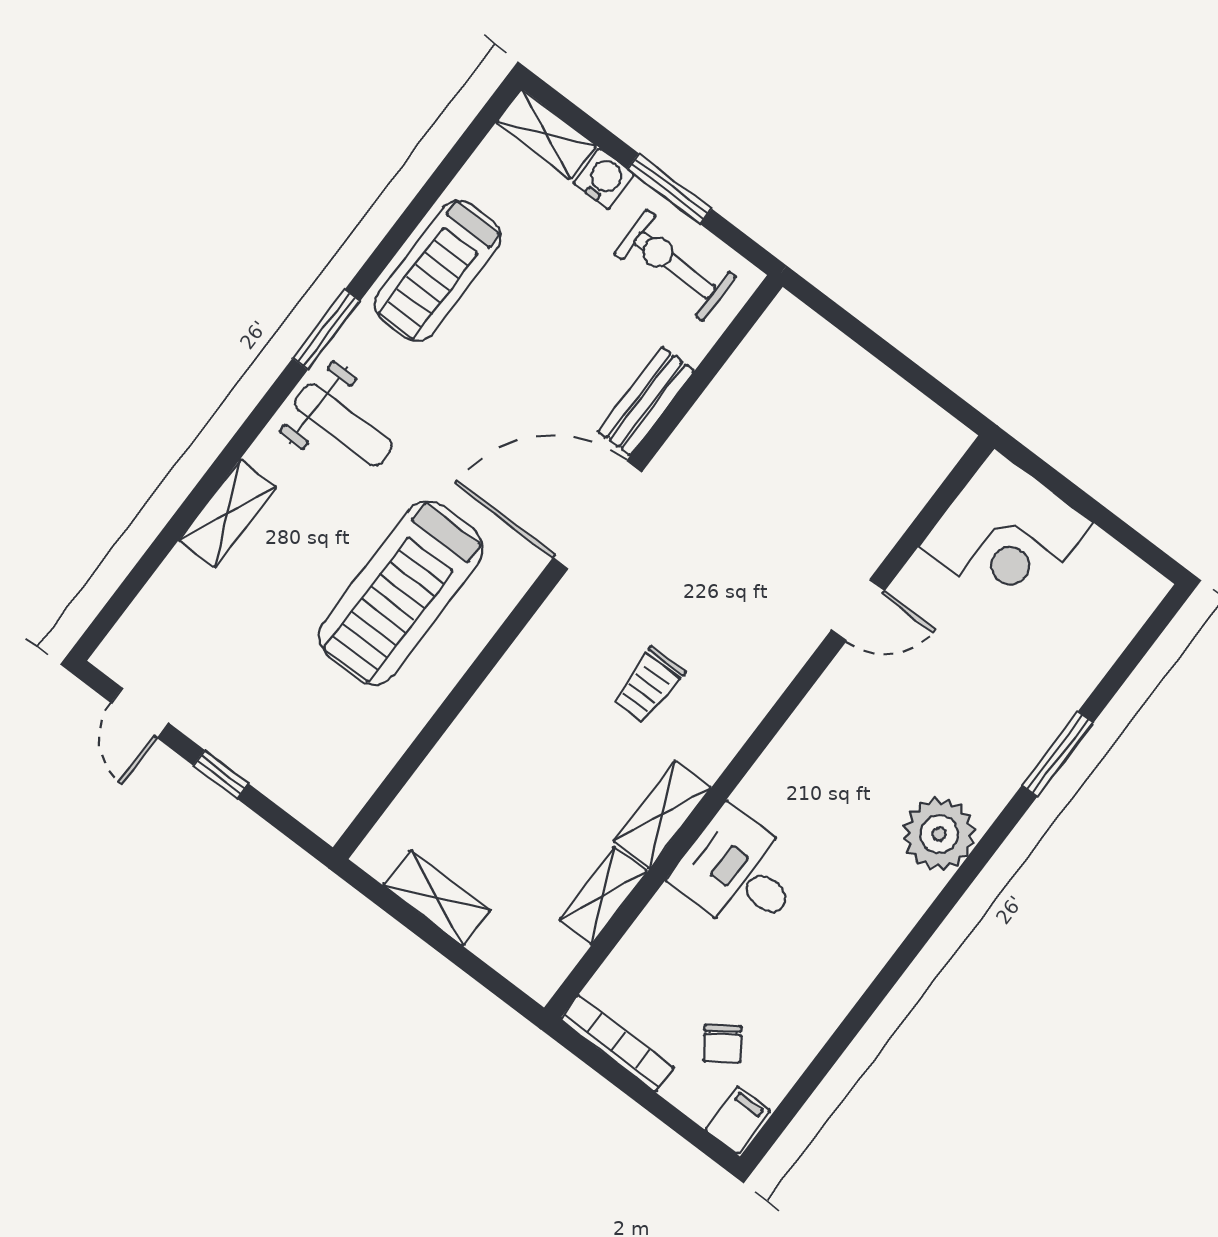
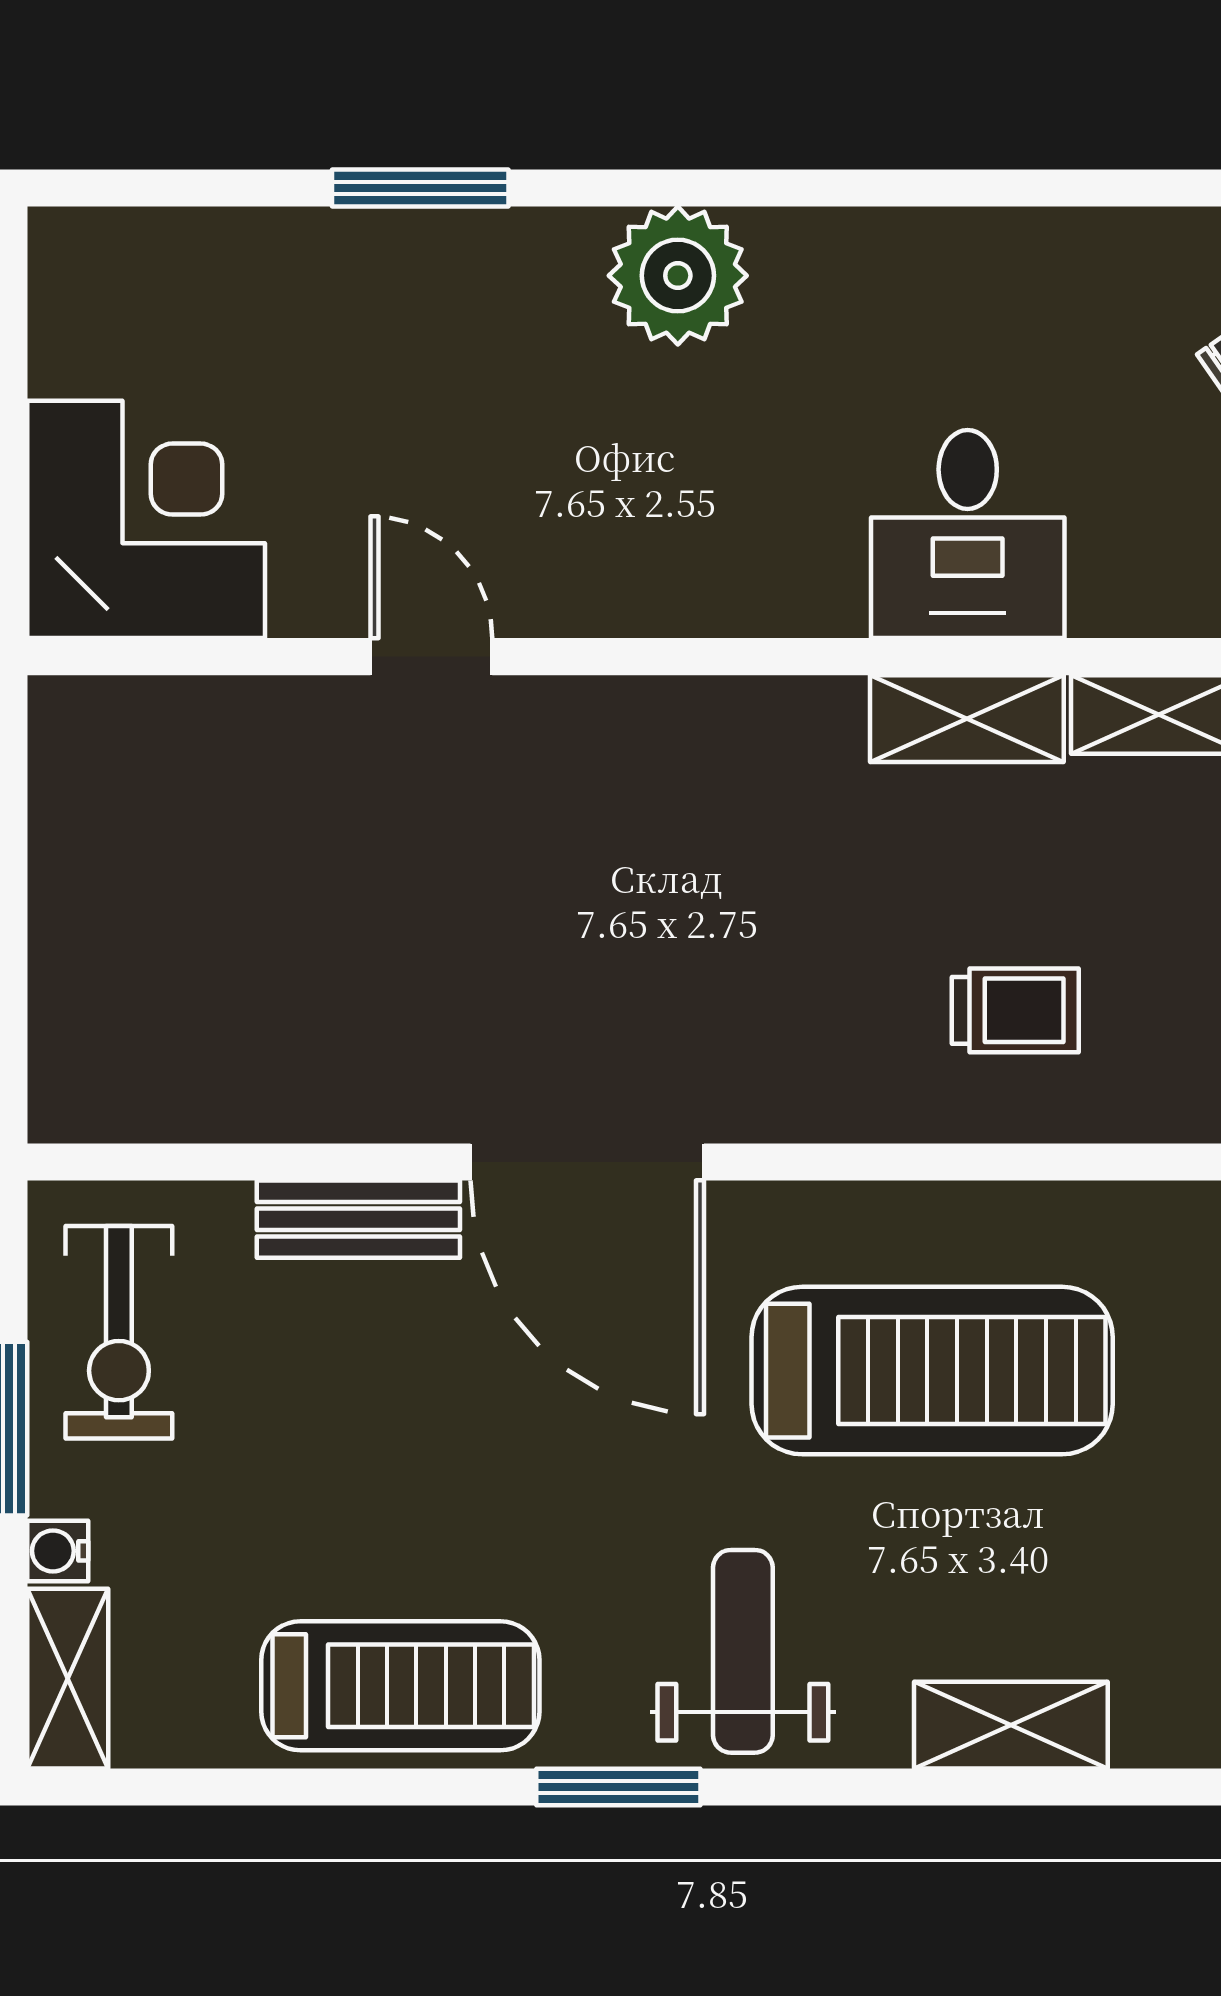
water cooler: (604, 179) -> (58, 1551), width x0.72, depth x0.72
trolley: (649, 685) -> (1015, 1010), moved

